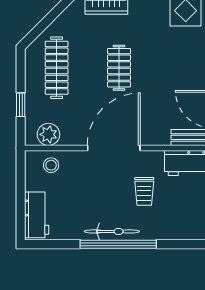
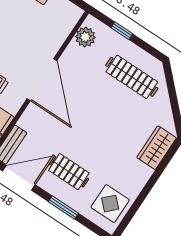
clothes rail: (119, 68) -> (69, 172), moved
stool: (51, 165) -> (61, 23), removed

